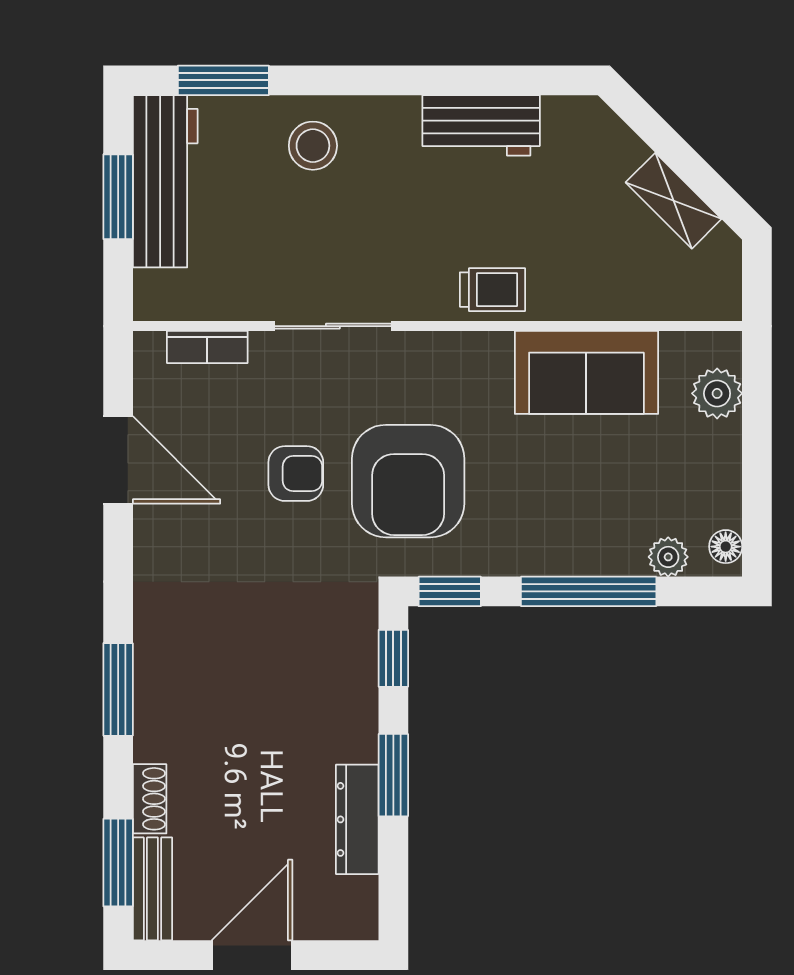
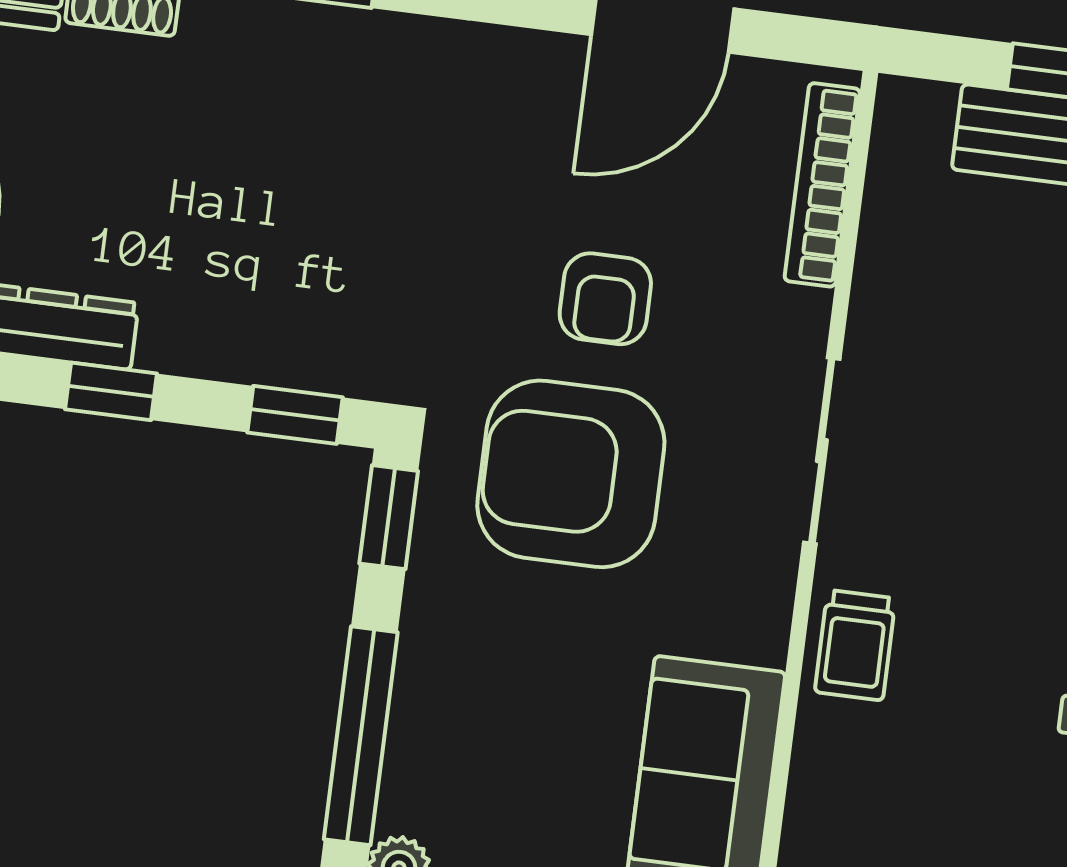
sliding door: (333, 326) -> (822, 451), moved
bookcase: (207, 347) -> (822, 185), width x1.56
window: (393, 775) -> (111, 391), width x0.67

